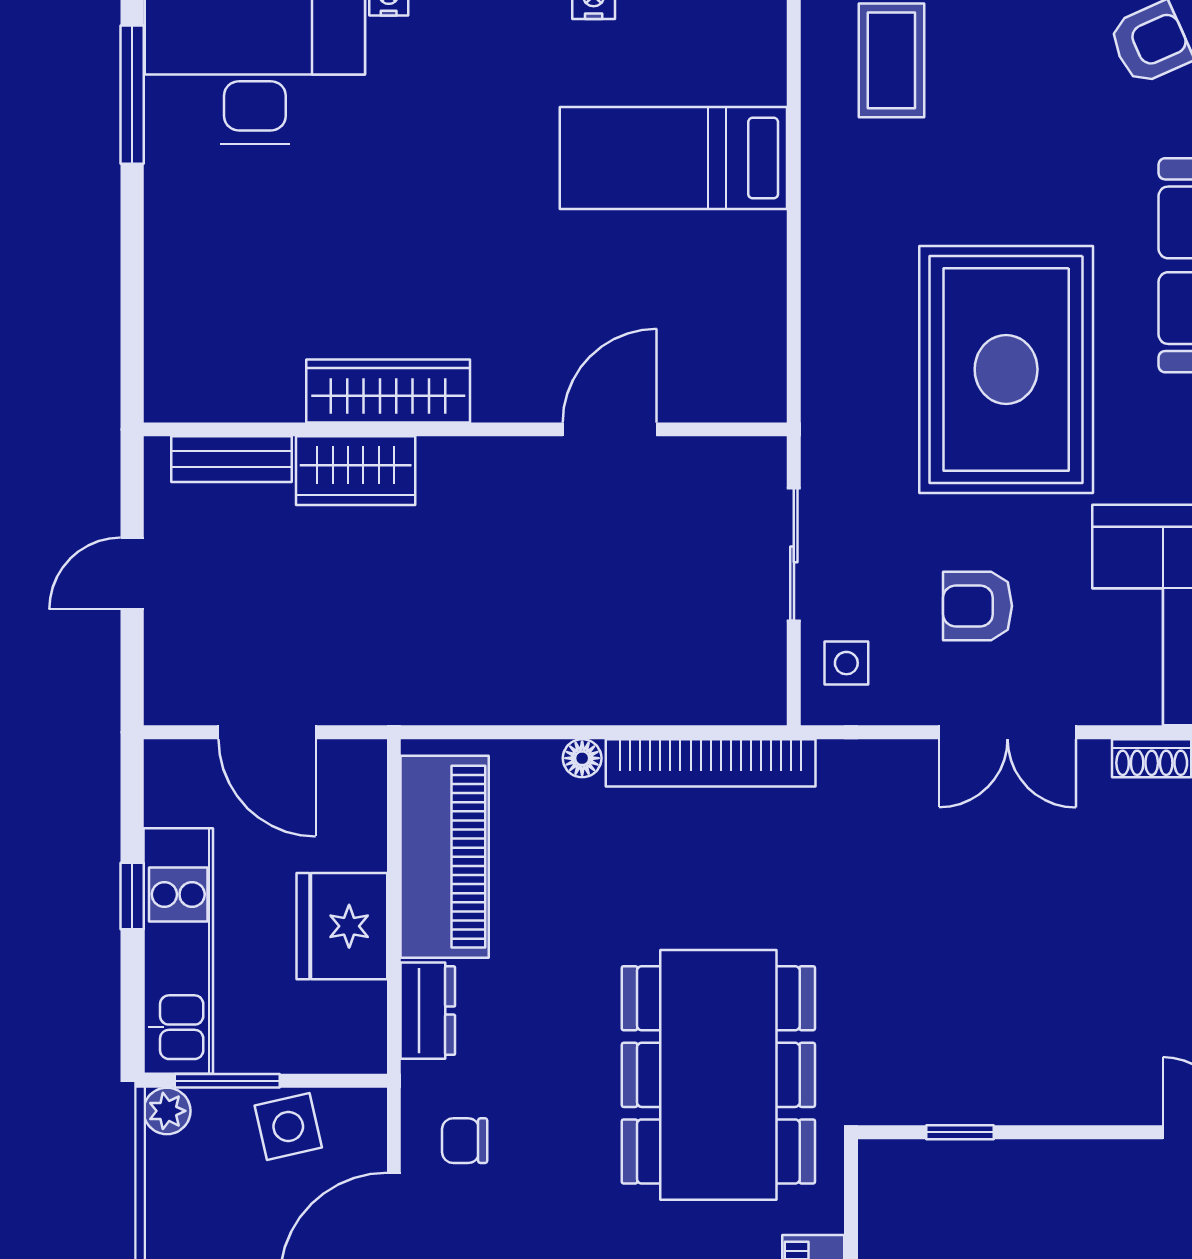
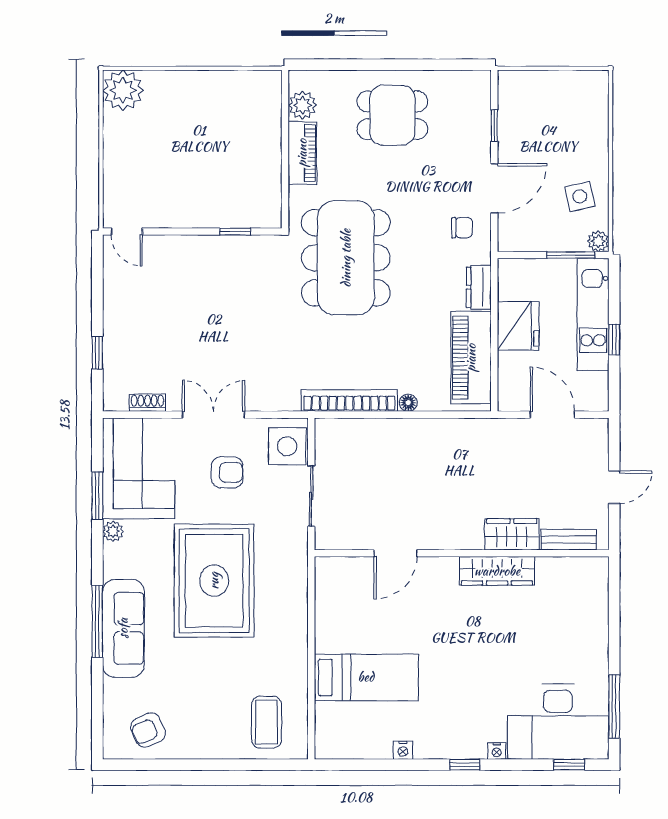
side table: (846, 663) -> (287, 446), width x1.87, depth x1.87
side table: (288, 1126) -> (580, 196), moved

